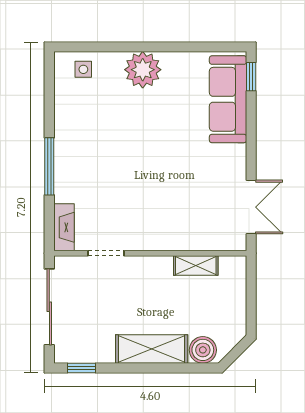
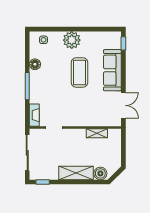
sofa: (228, 99) -> (112, 70), moved
floor lamp: (65, 121) -> (35, 64), added
coffee table: (159, 138) -> (79, 73), added

